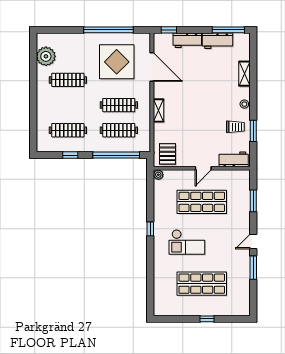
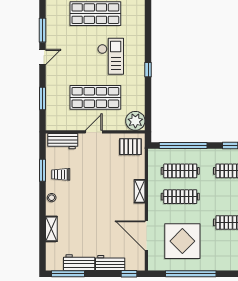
pallet: (167, 154) -> (130, 147), turned 90
plant: (158, 175) -> (135, 121), width x1.87, depth x1.87
checkout: (187, 242) -> (111, 56), turned 90

